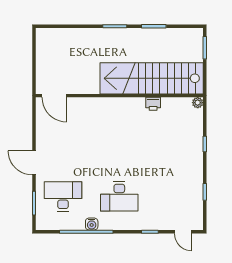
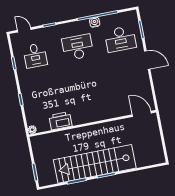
stairs: (152, 78) -> (95, 164), moved, turned 180
printer: (153, 104) -> (60, 121), width x1.87, depth x1.48
desk: (176, 196) -> (35, 55), added

